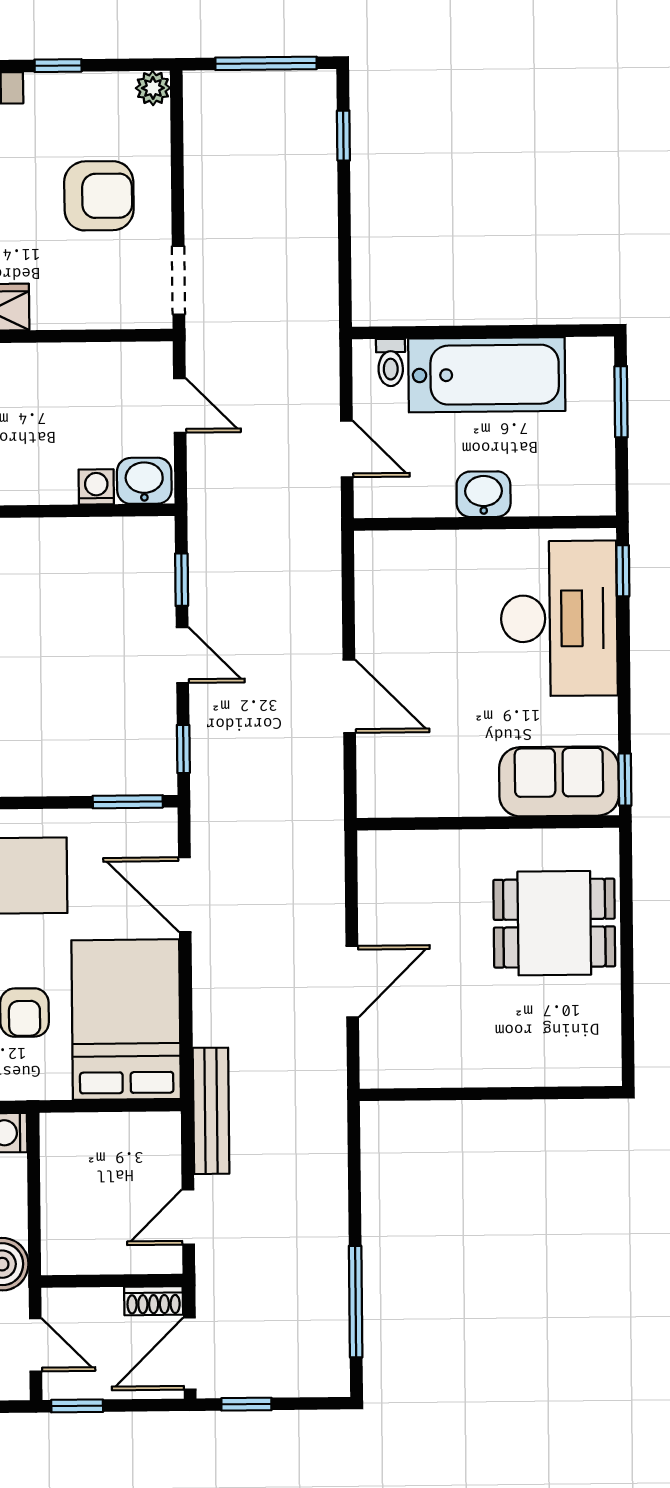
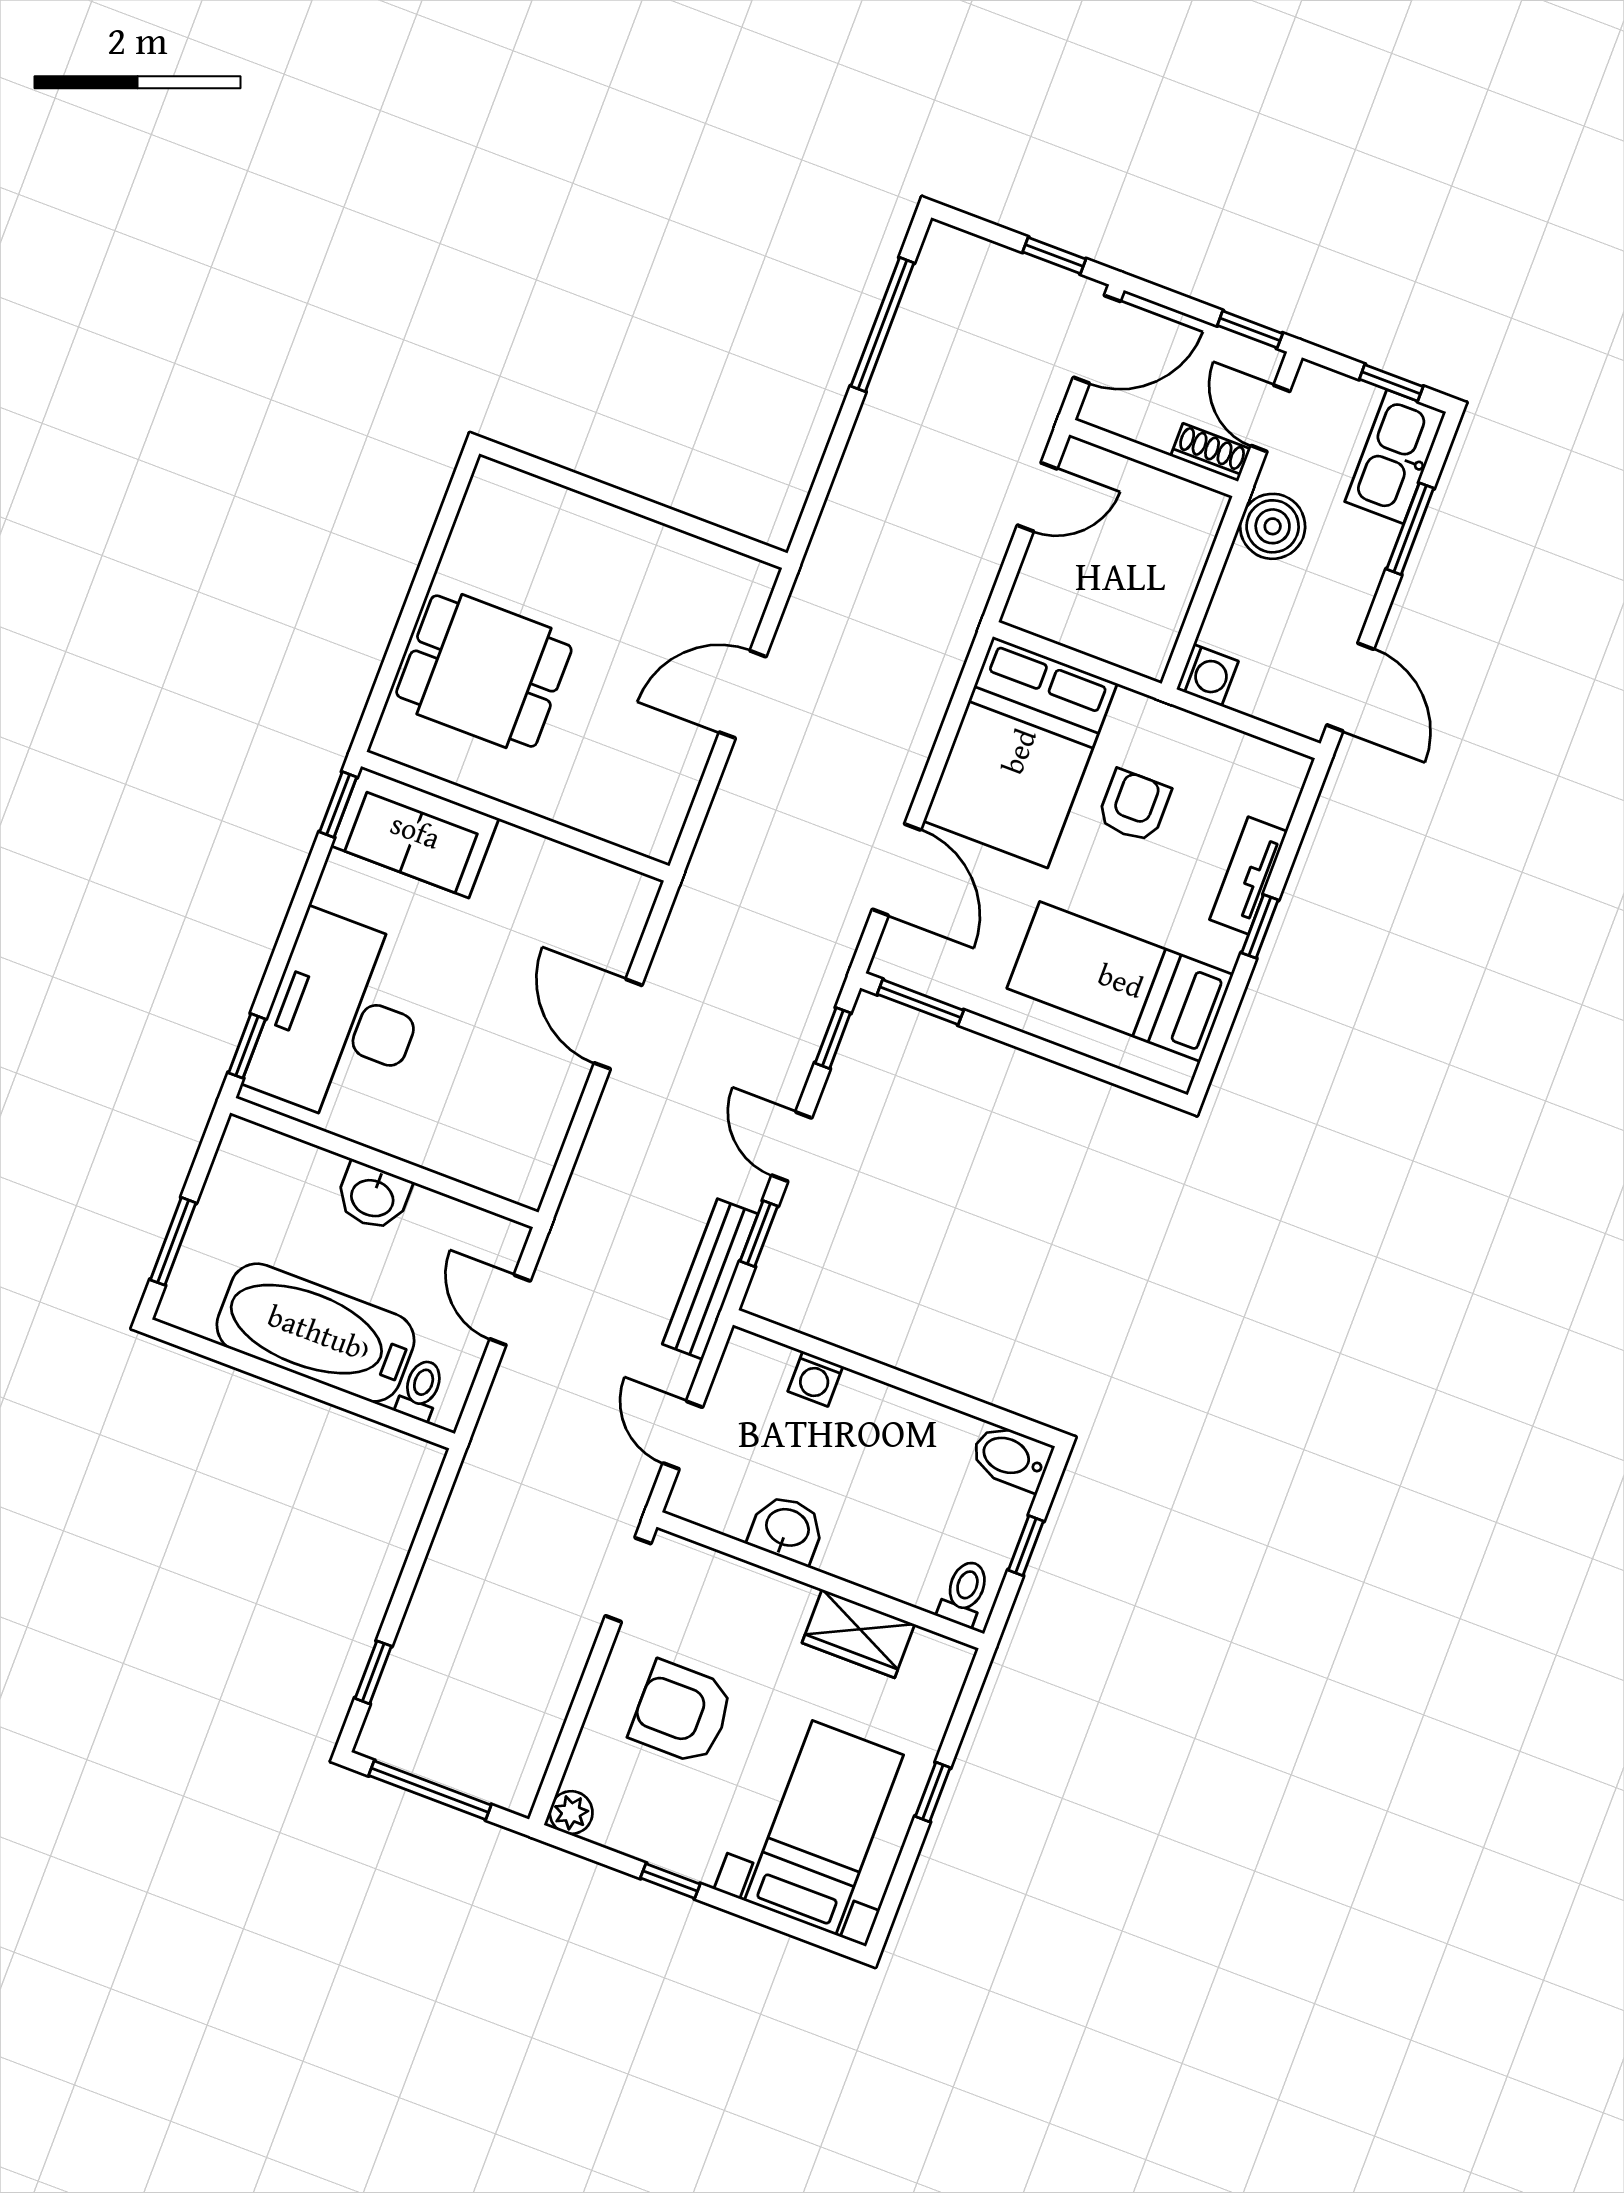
washbasin: (144, 481) -> (787, 1529), moved, turned 180
bench: (211, 1111) -> (710, 1279), moved
shoe rack: (154, 1301) -> (1211, 452), moved

